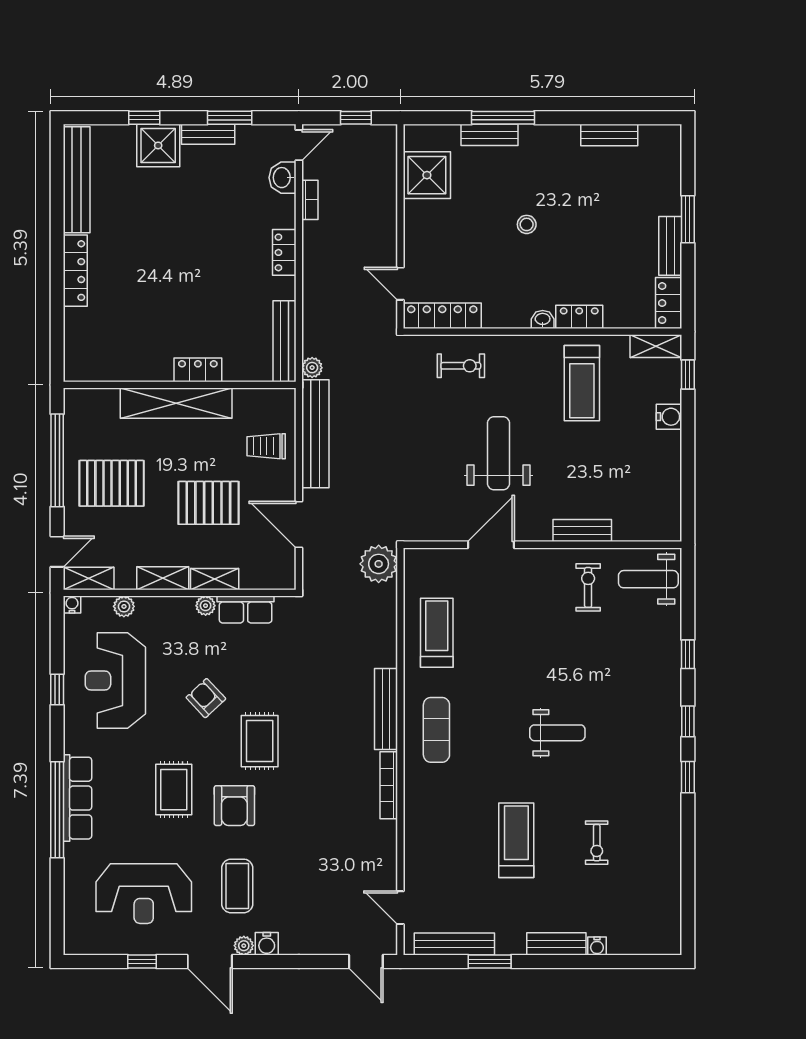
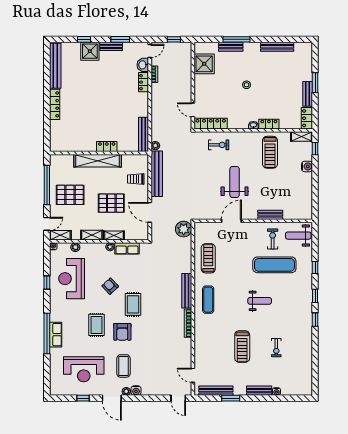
bench: (609, 135) -> (277, 47), width x1.36
locker: (284, 252) -> (143, 82), moved
exercise mat: (592, 648) -> (274, 265), added
row of seats: (78, 798) -> (56, 335), width x0.68
treadmill: (516, 840) -> (242, 347), turned 180

